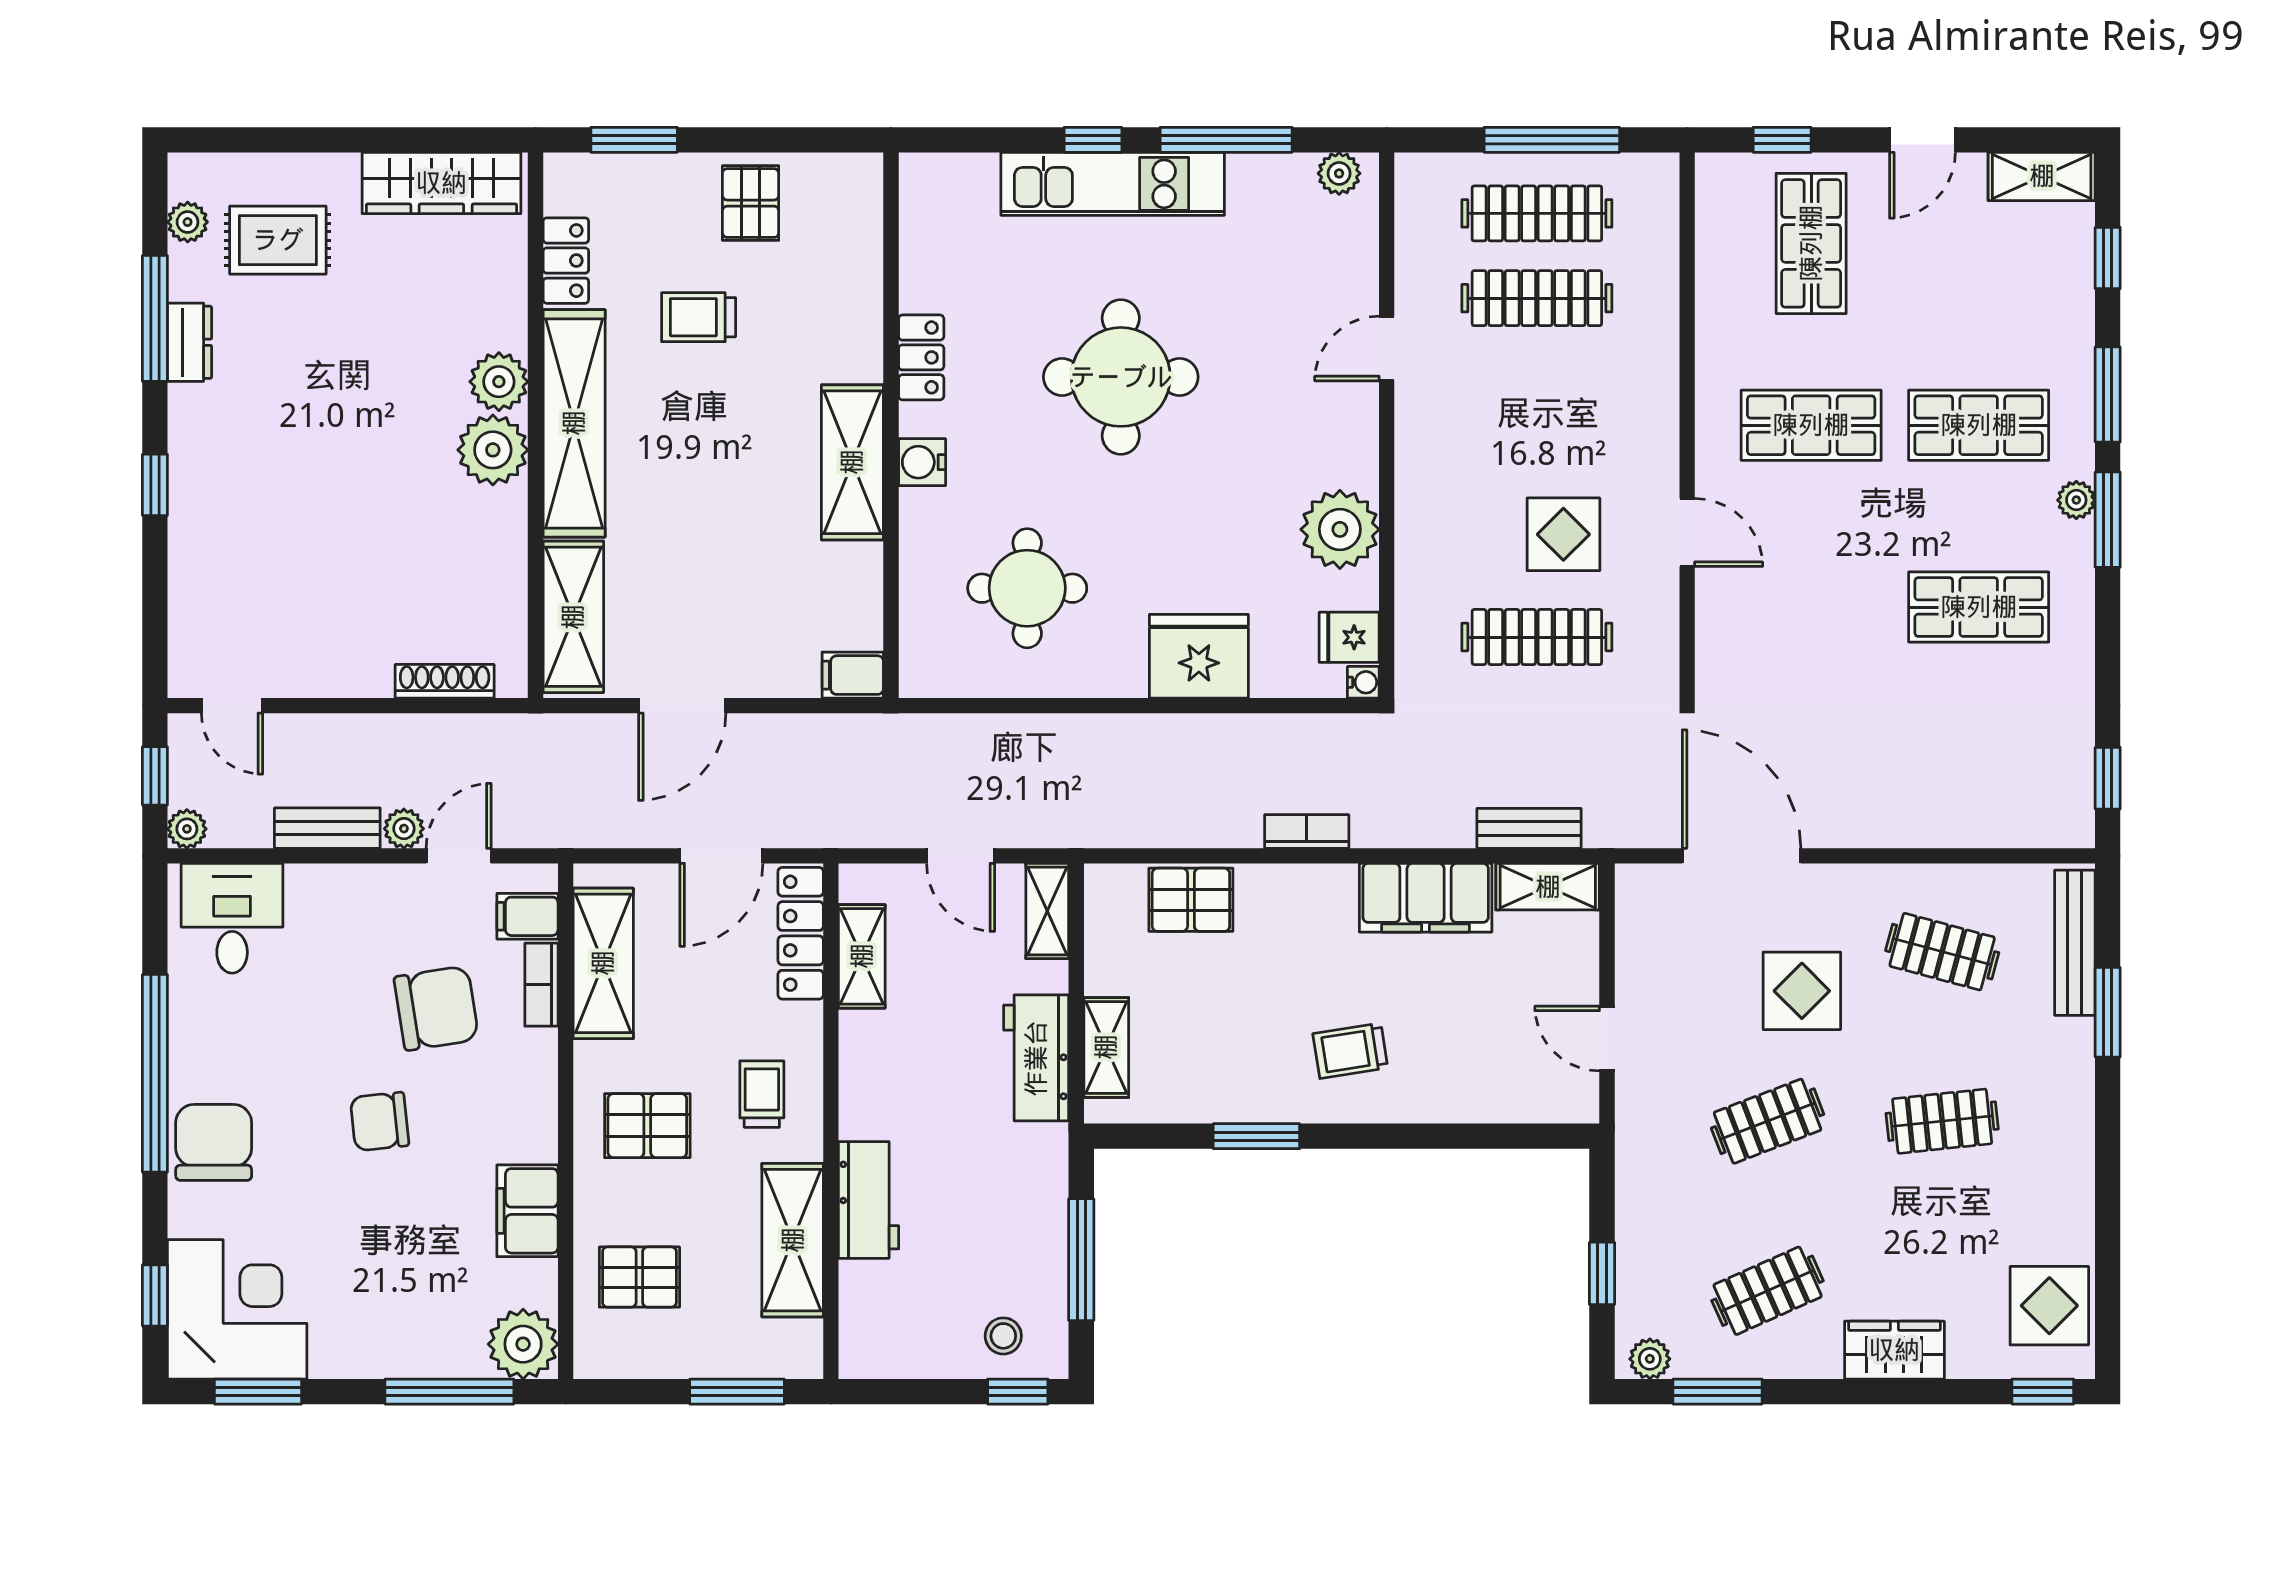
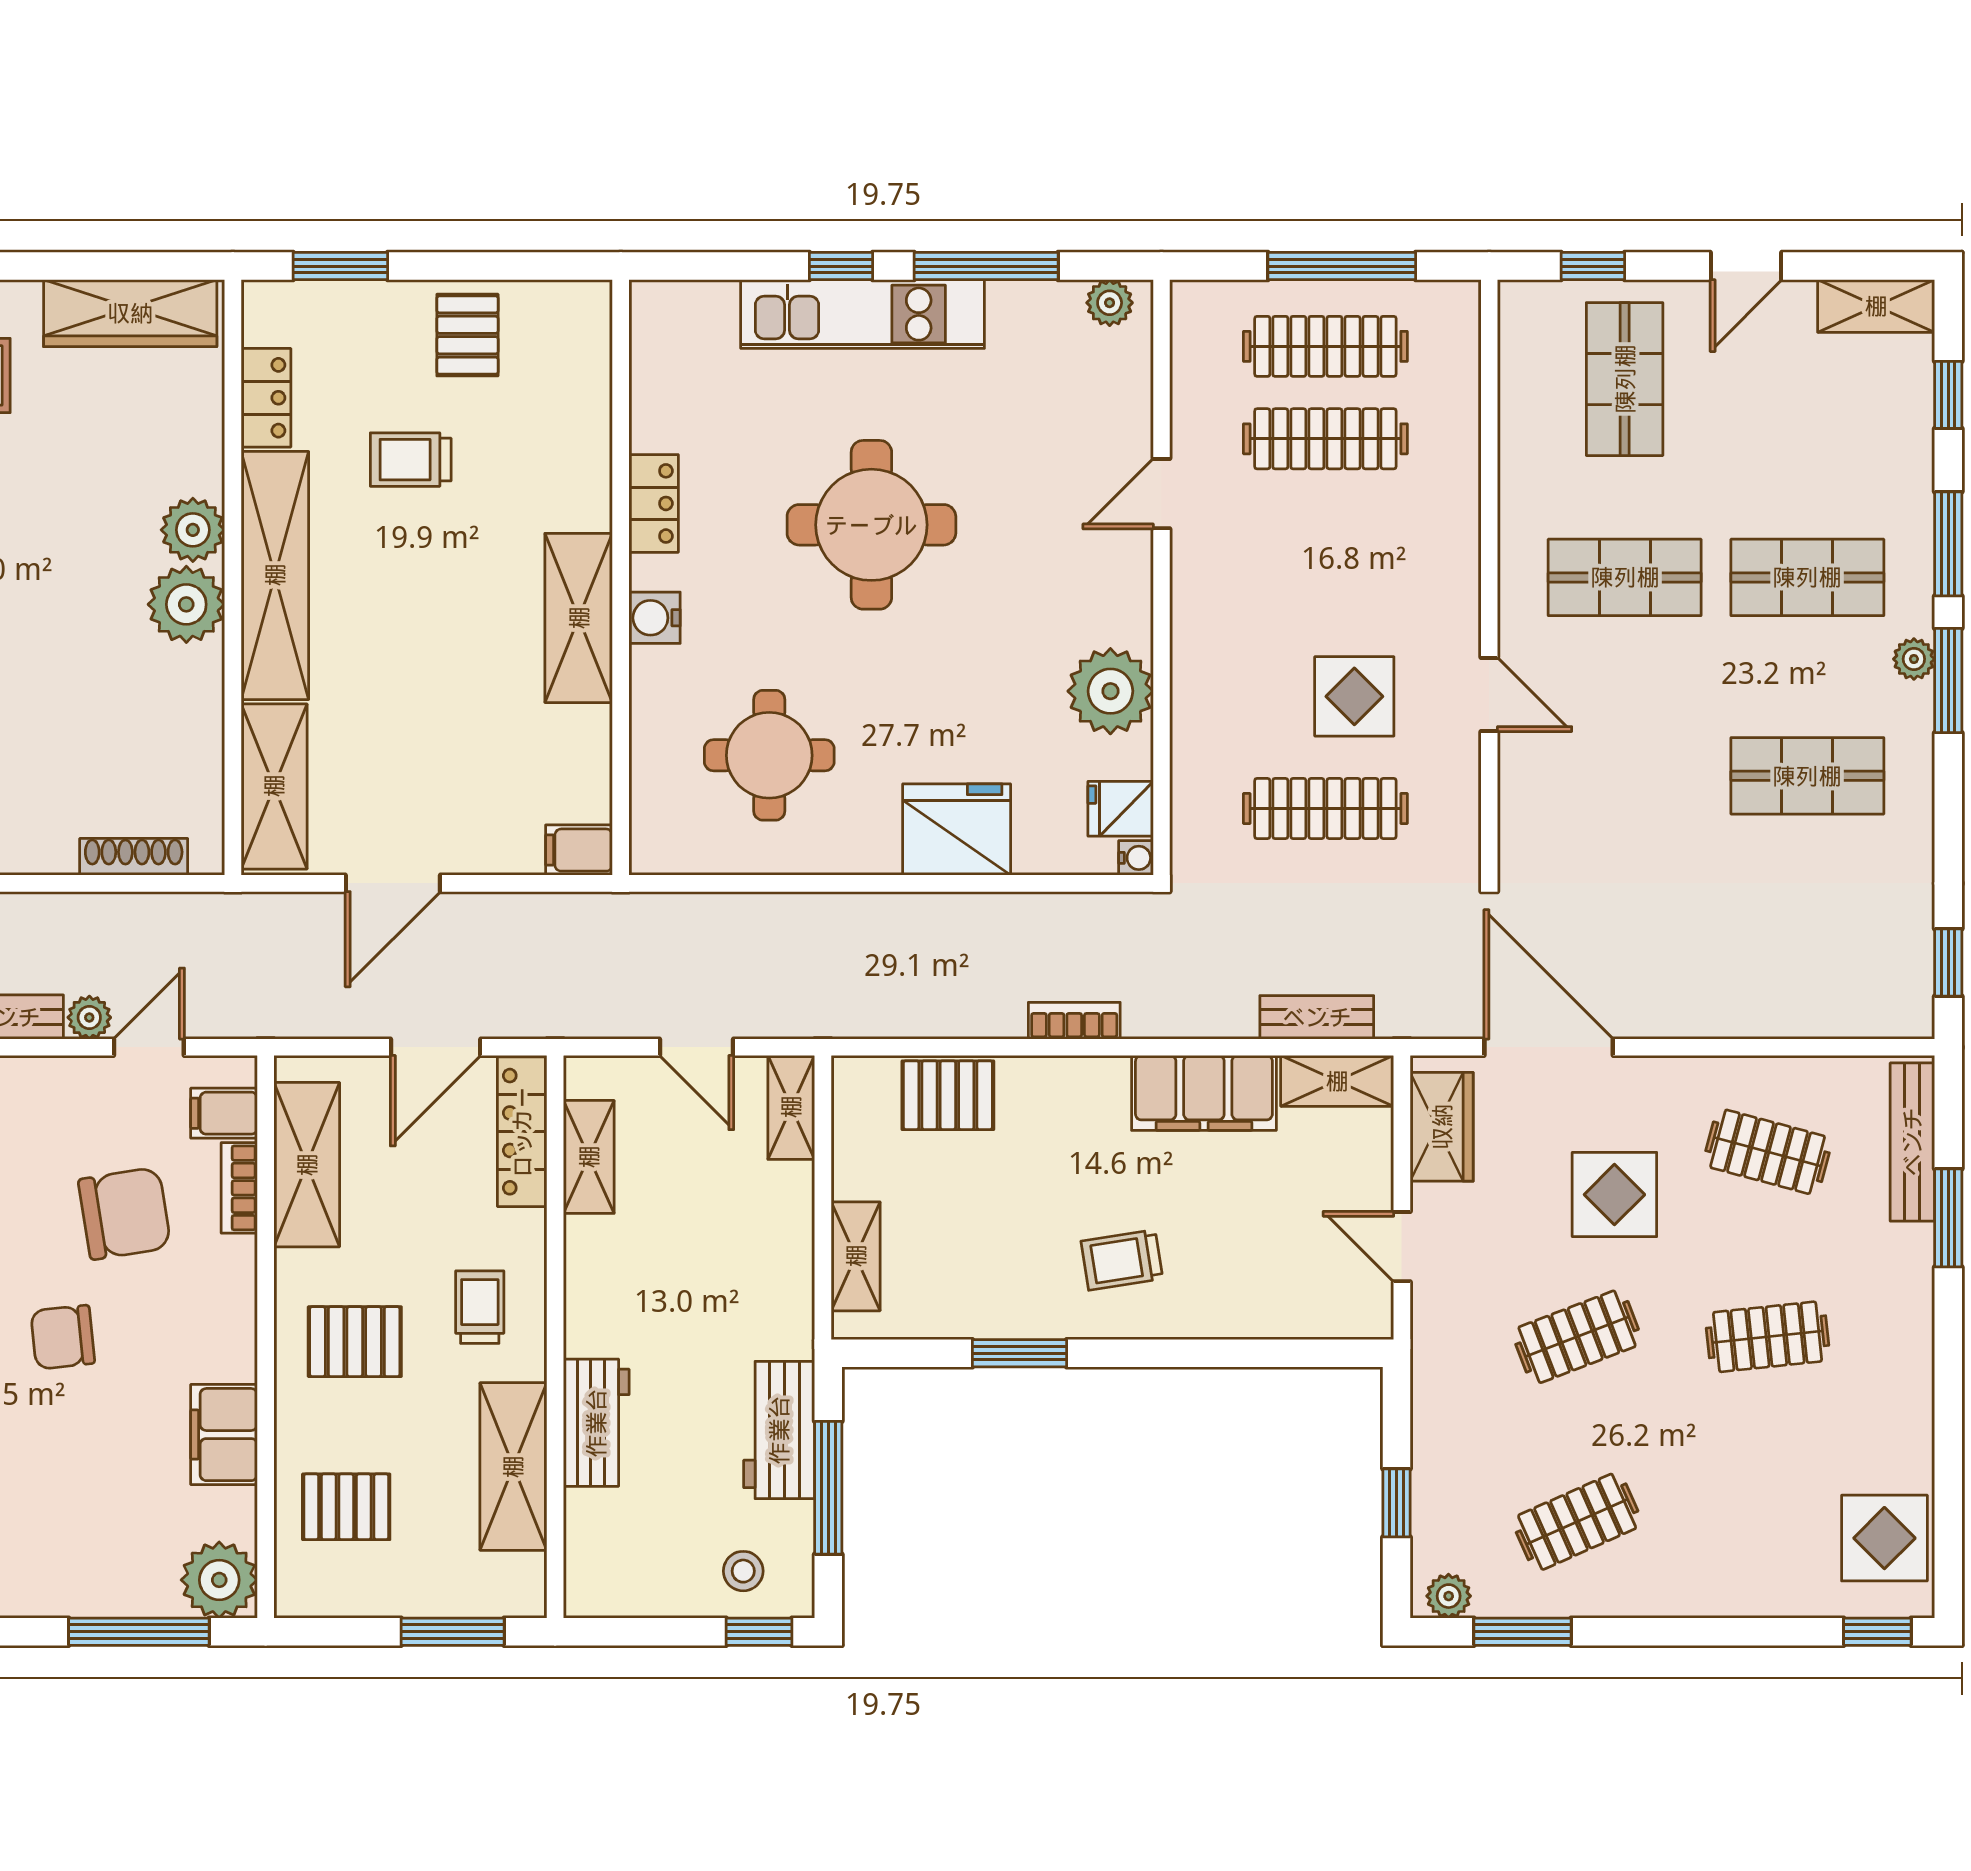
workbench: (1036, 1058) -> (779, 1430), moved
wardrobe: (1894, 1350) -> (1442, 1127), moved, turned 90

